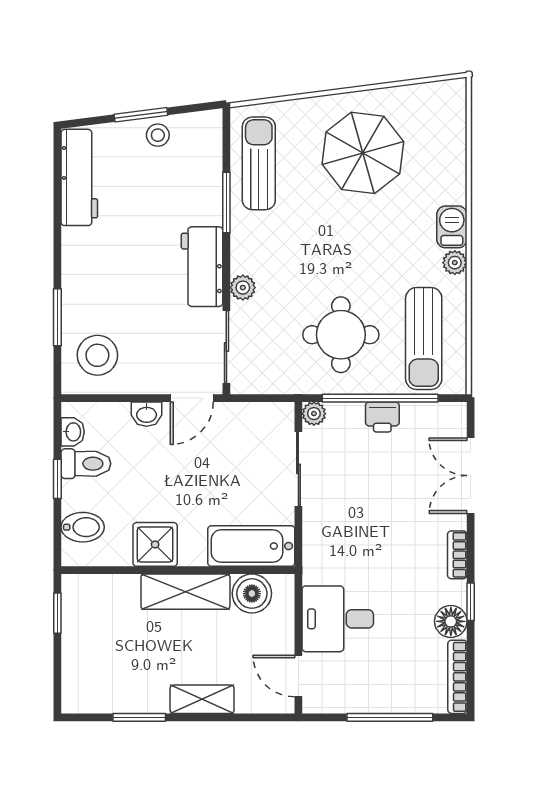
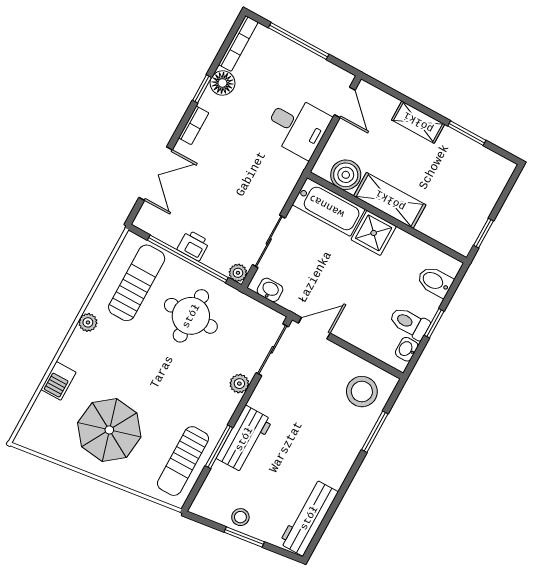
barbecue: (452, 227) -> (58, 381), moved
workbench: (202, 267) -> (244, 439), moved
washbasin: (147, 414) -> (270, 290), moved
shower: (155, 544) -> (374, 233), moved

